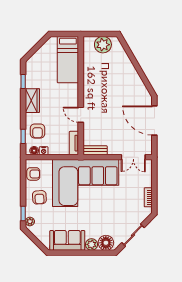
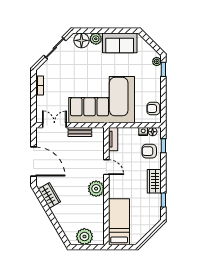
wardrobe: (138, 86) -> (49, 195), added
plant: (91, 93) -> (96, 189), added
armchair: (37, 131) -> (149, 151), turned -90
bench: (95, 150) -> (80, 132), moved
armchair: (39, 197) -> (147, 85), removed

